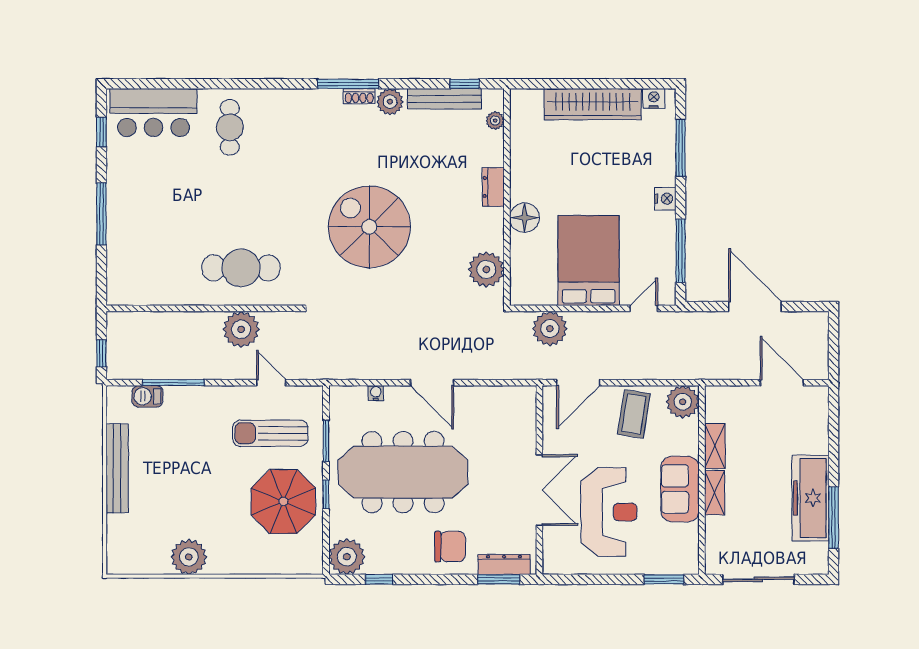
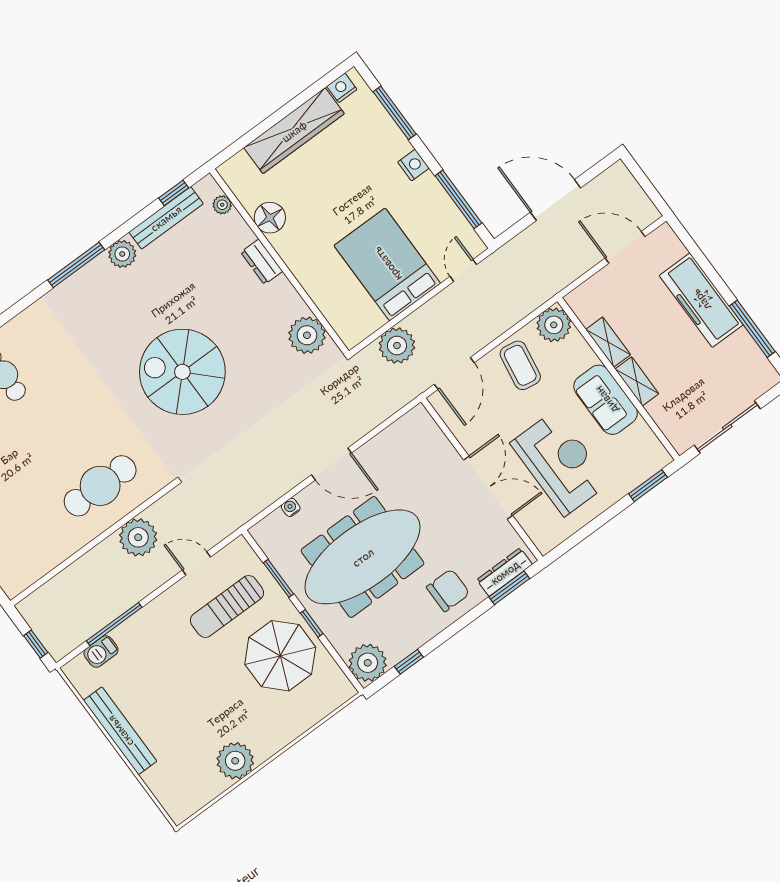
shoe rack: (359, 96) -> (93, 268), removed
floor lamp: (525, 218) -> (270, 218), moved
freezer: (810, 498) -> (701, 300), moved

